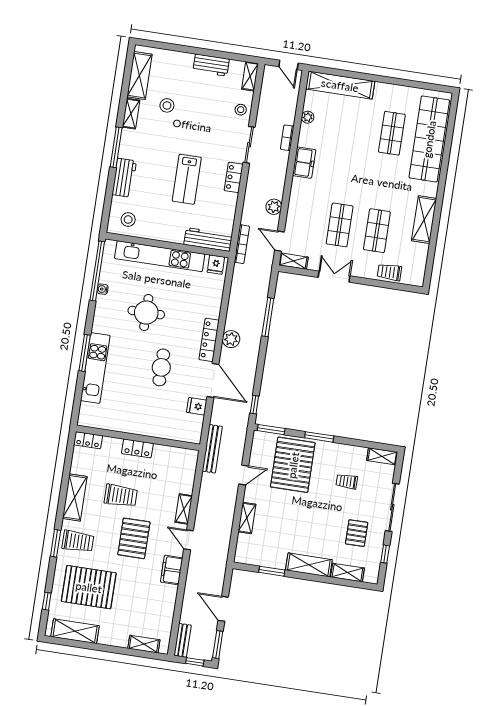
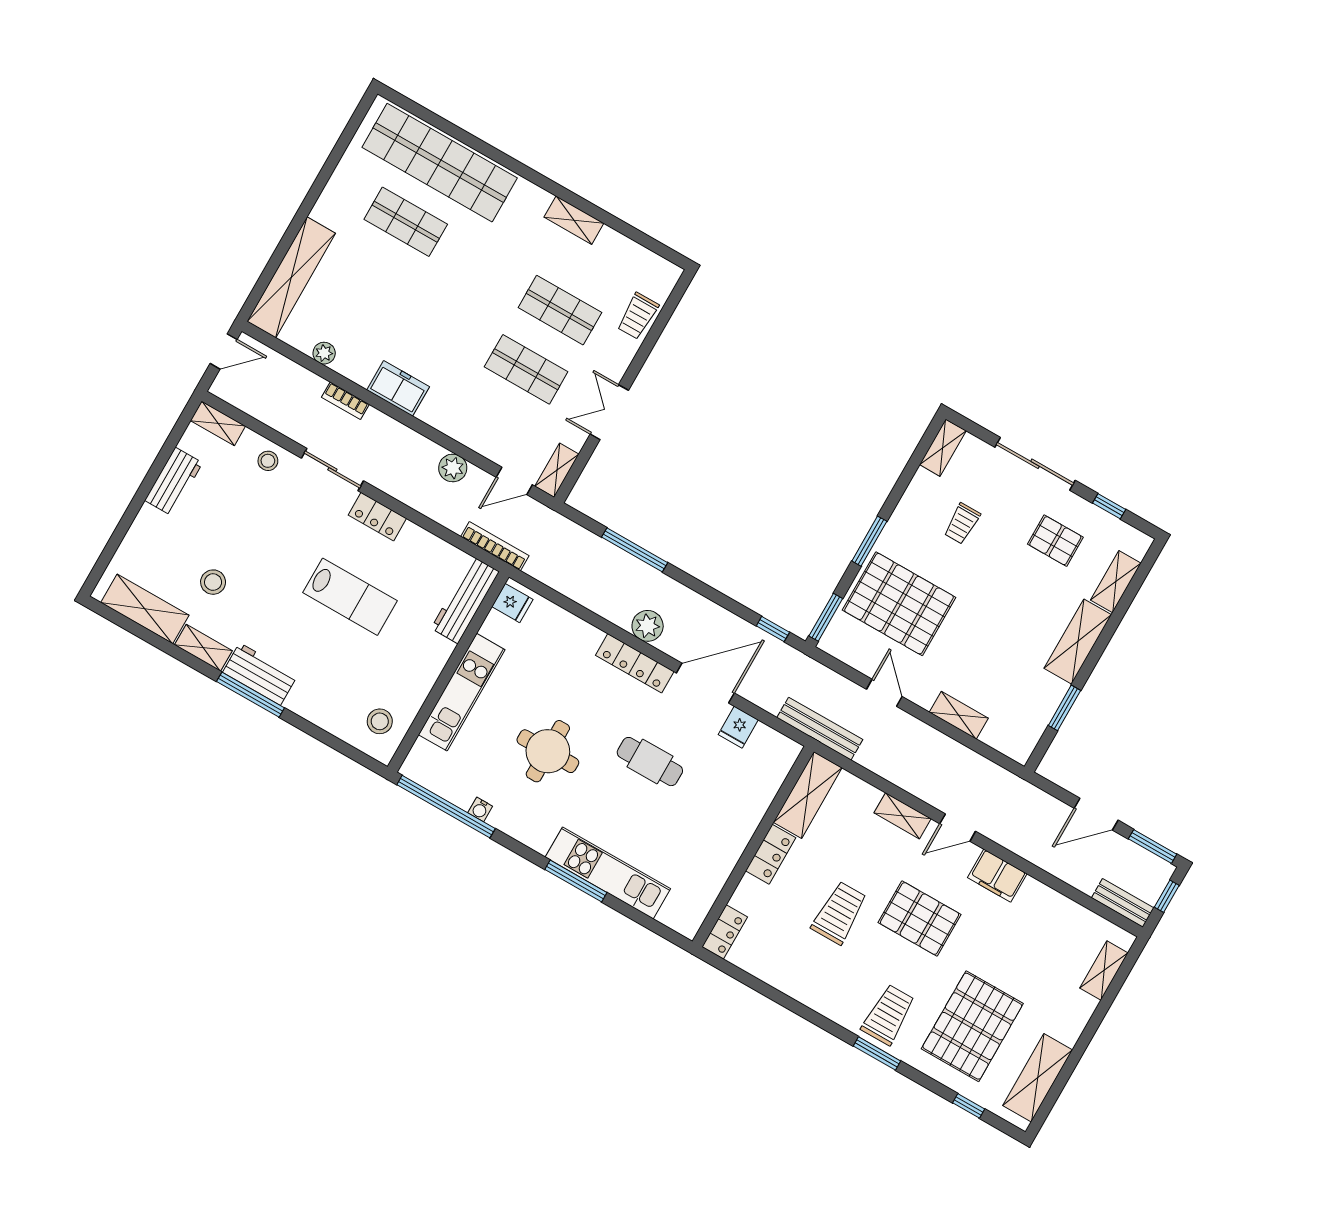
workbench: (124, 178) -> (260, 674), moved
shelving: (424, 220) -> (574, 220), width x0.67, depth x0.75
kitchen unit: (160, 256) -> (462, 692), width x0.73
shelving: (75, 497) -> (808, 795), moved, turned 90

